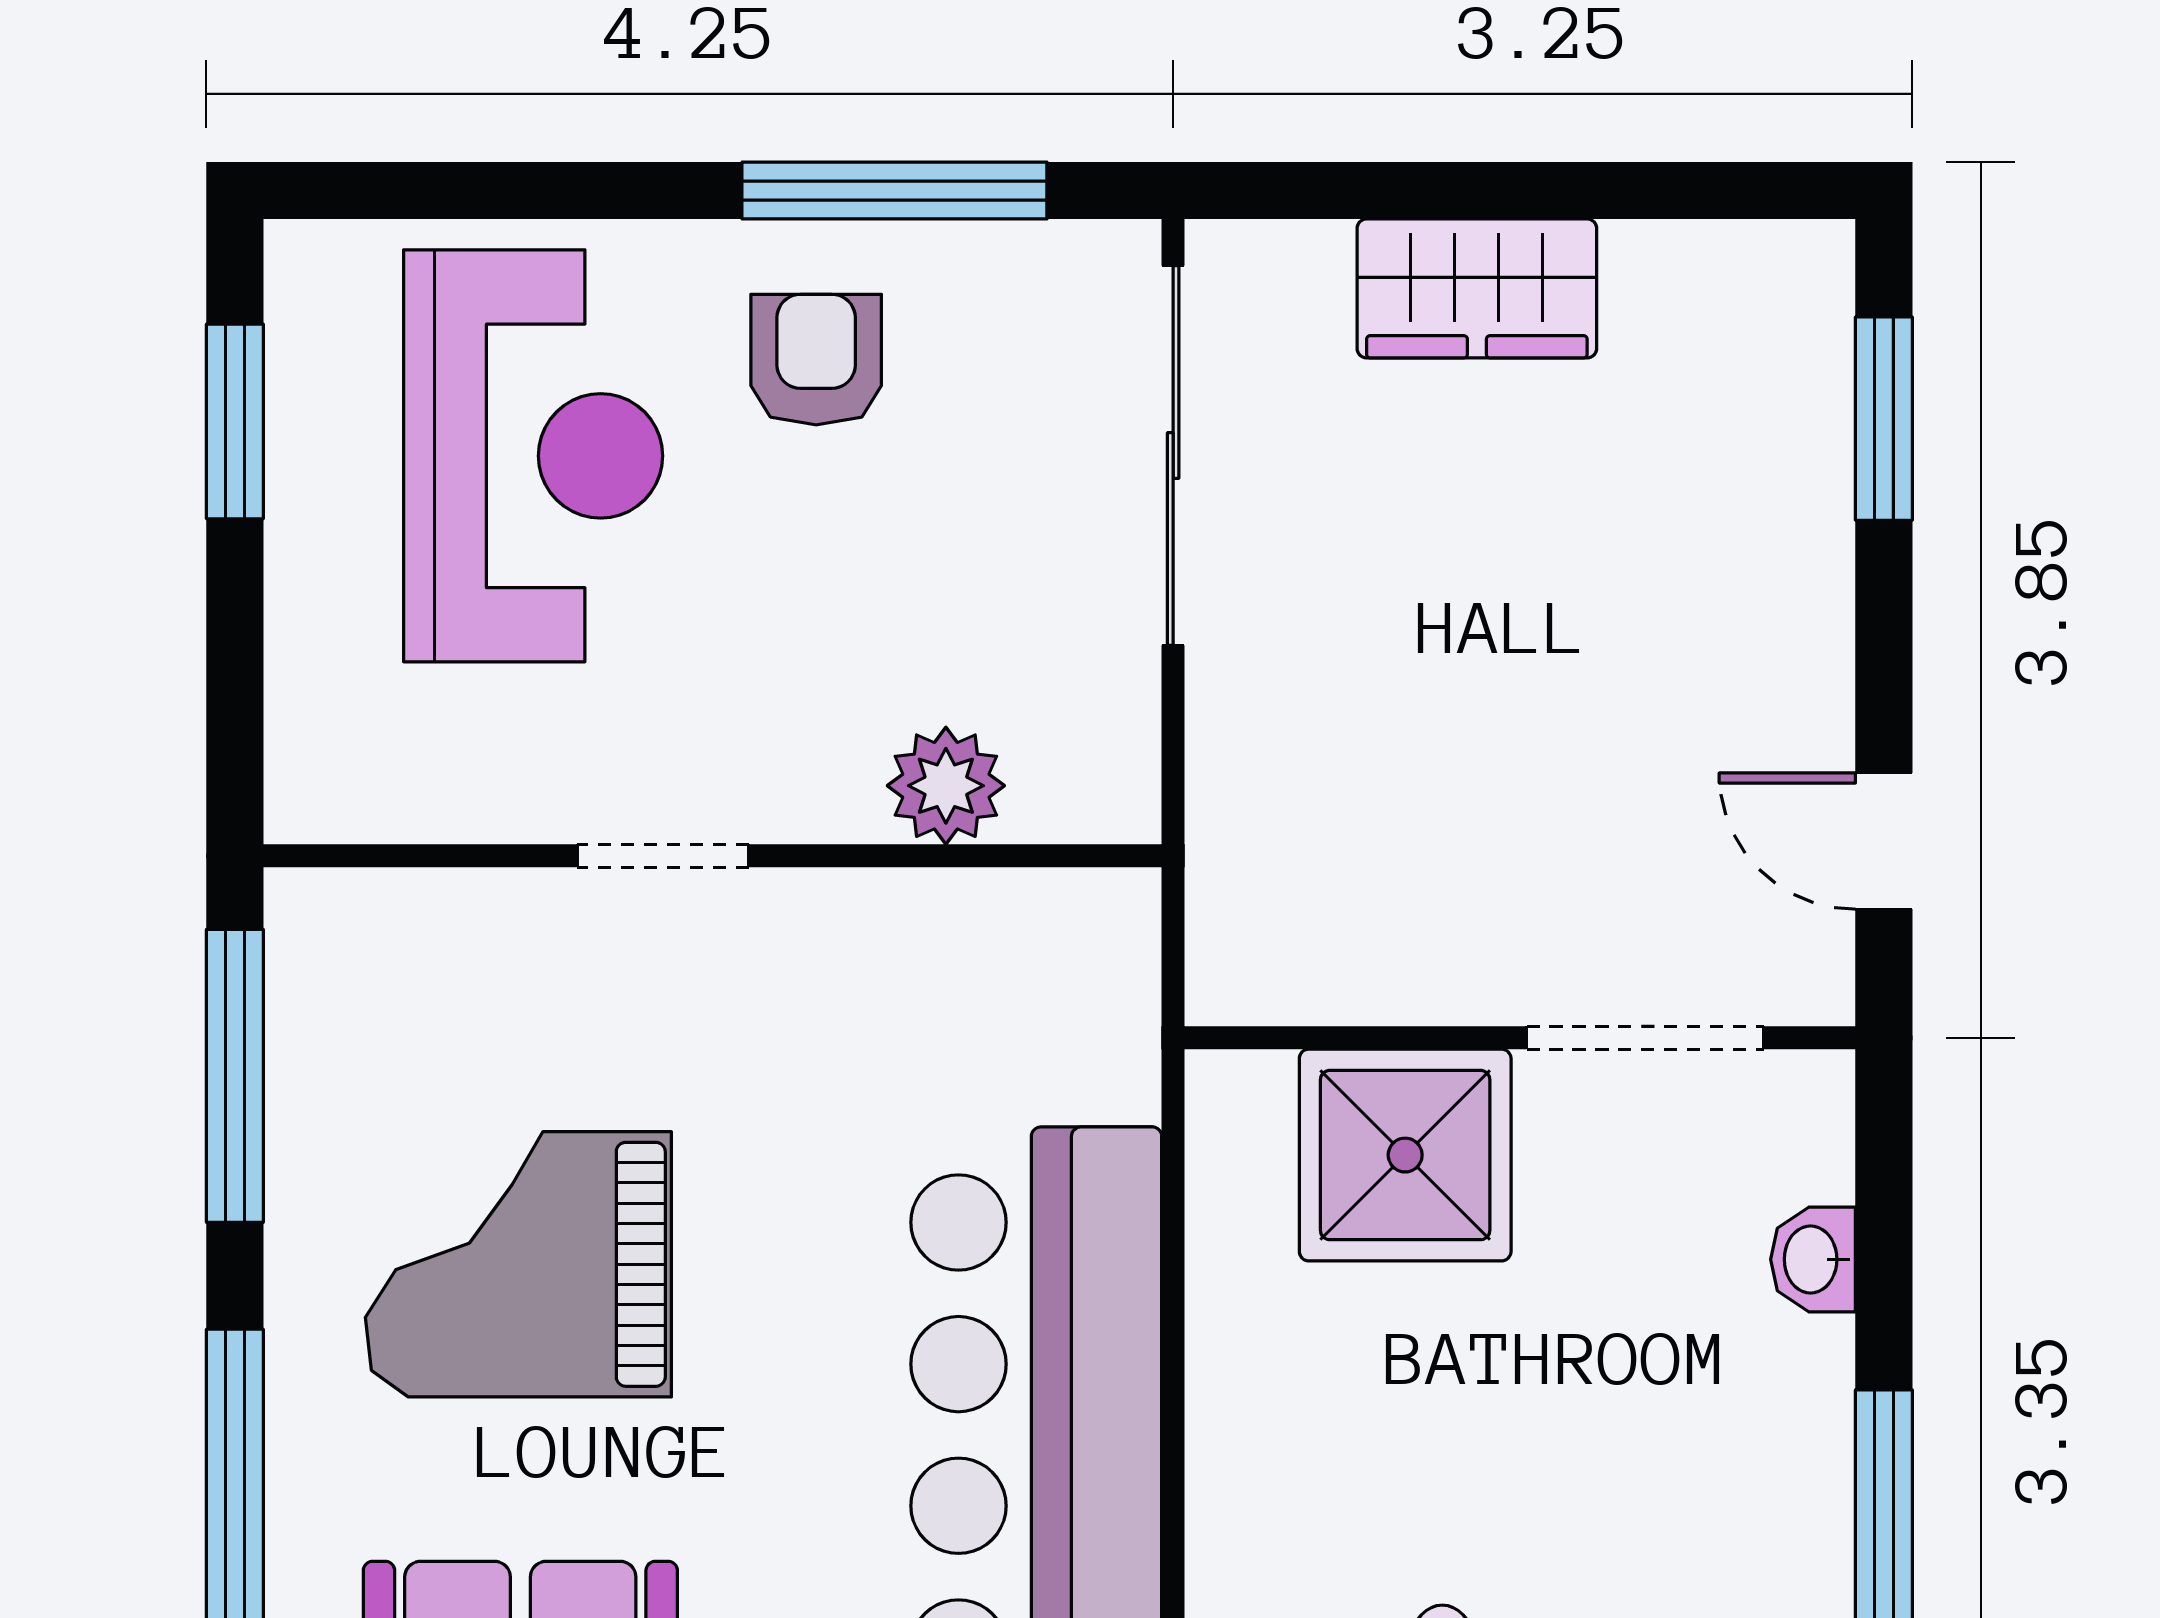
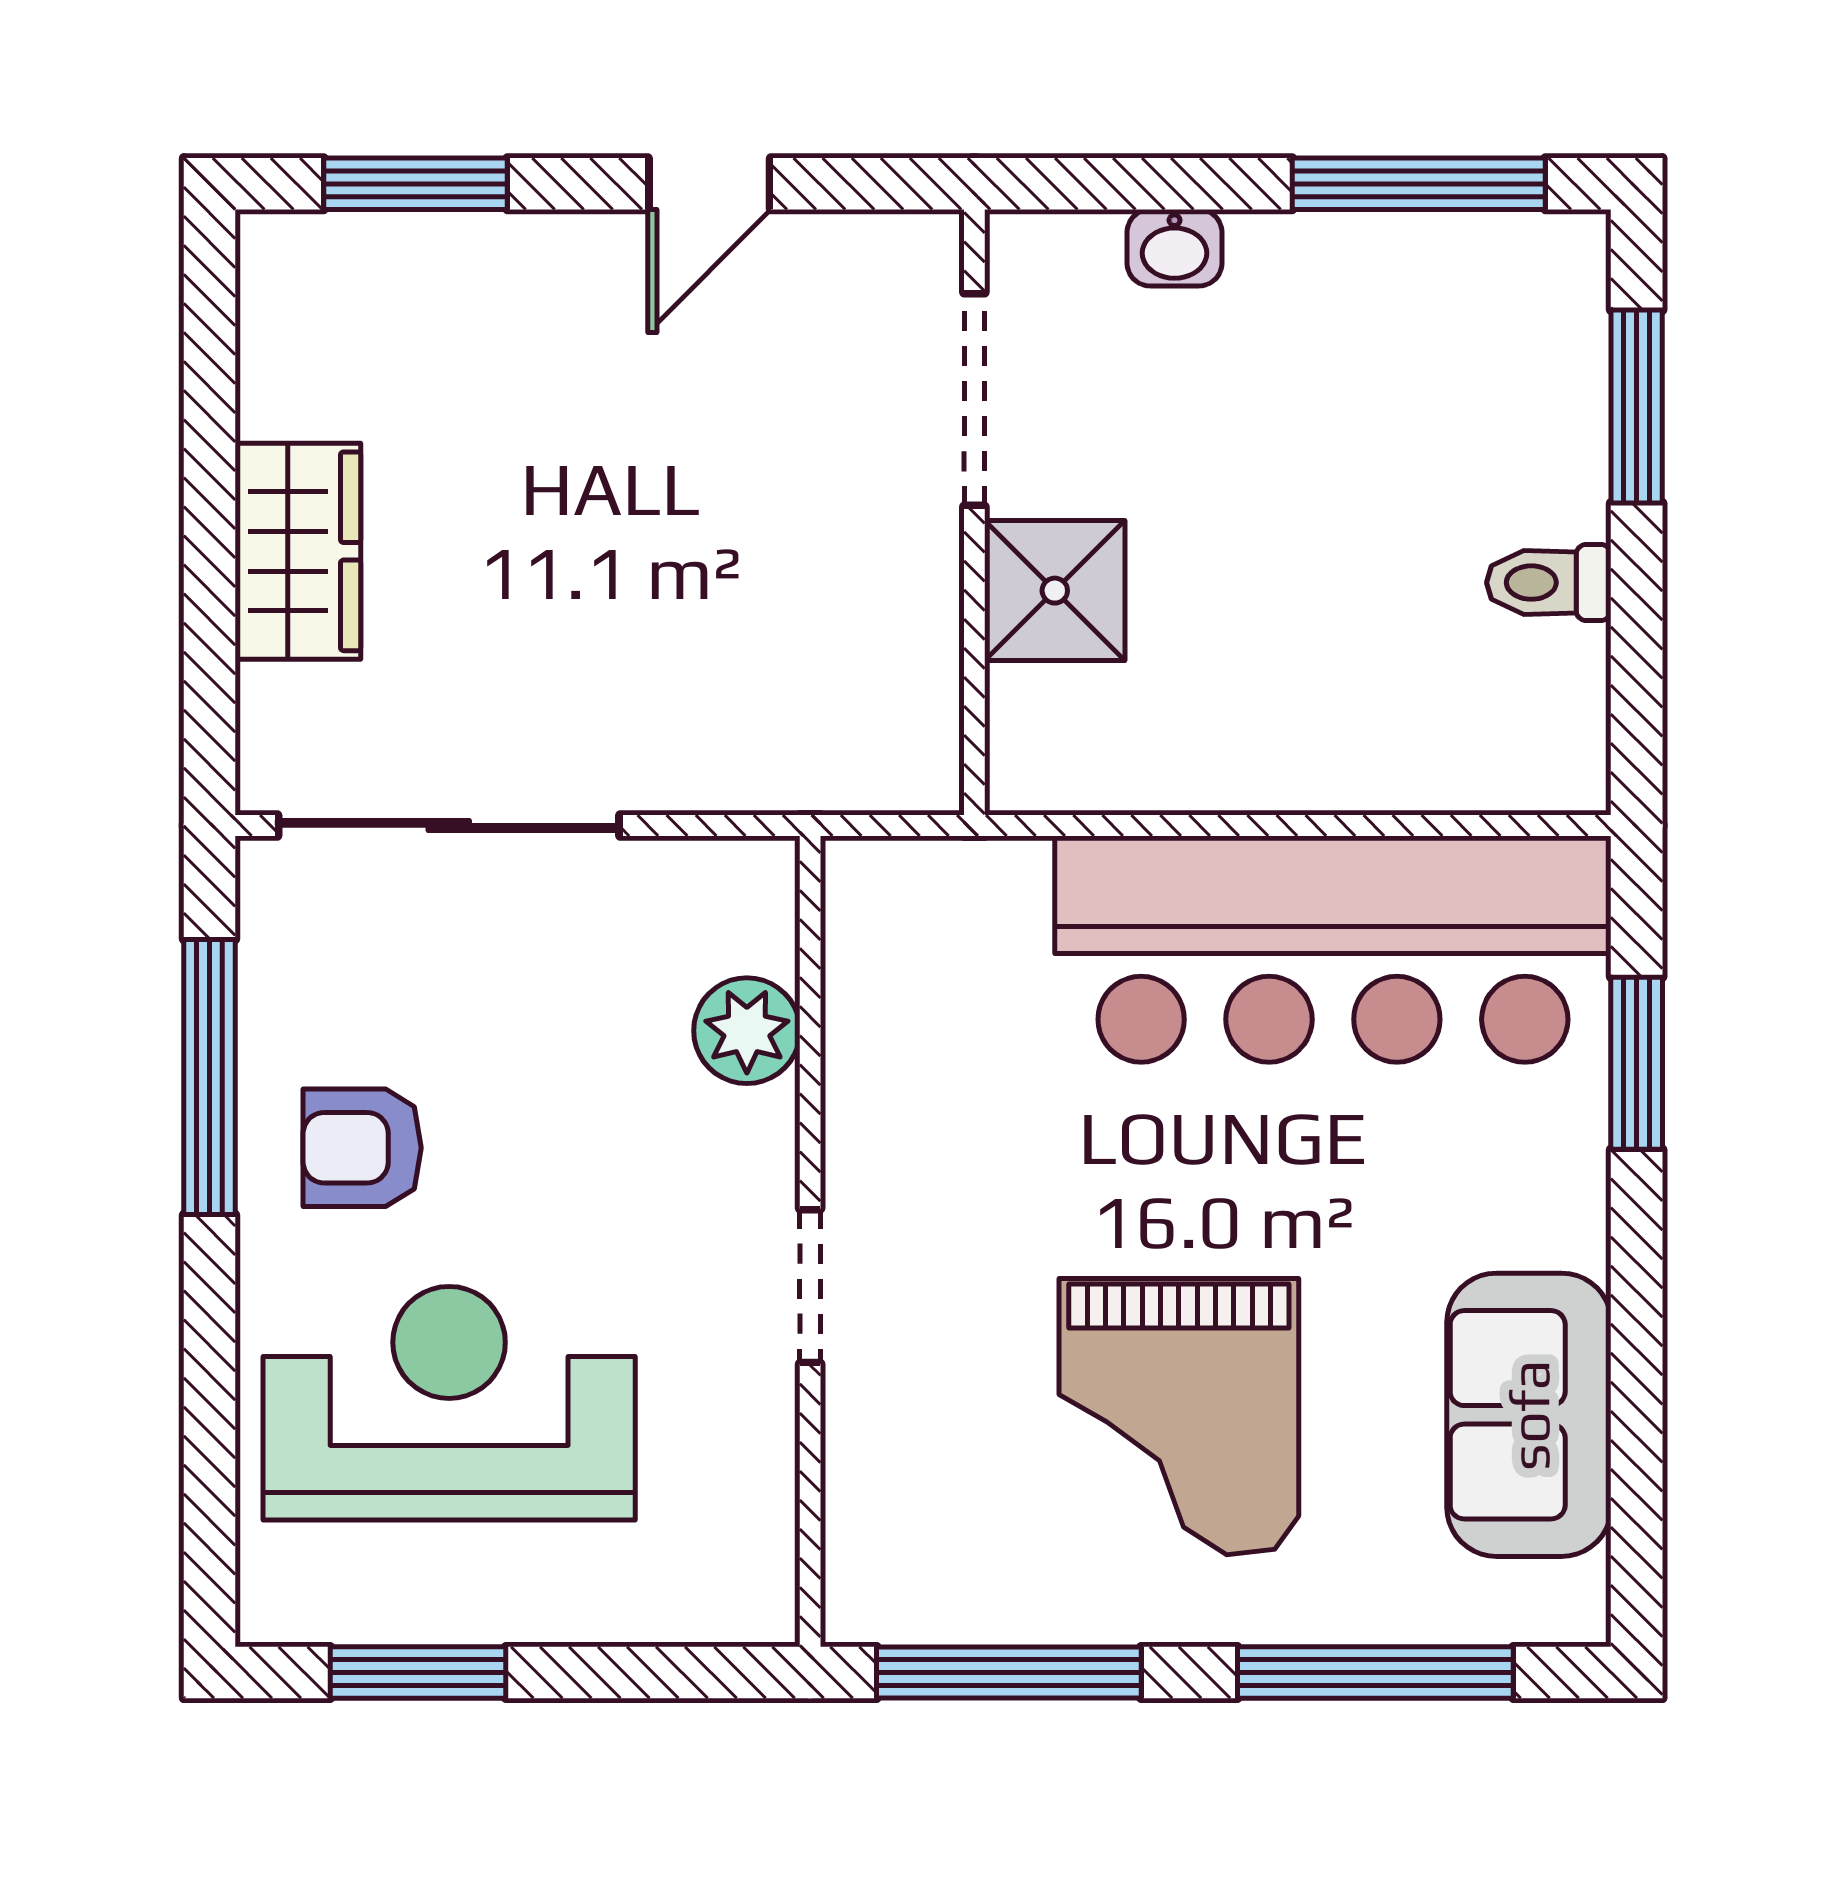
door: (1884, 841) -> (709, 184), moved
shower: (1405, 1155) -> (1055, 591), width x0.73, depth x0.73

